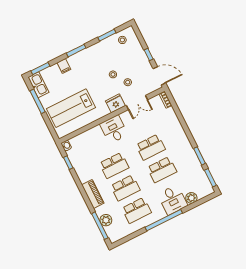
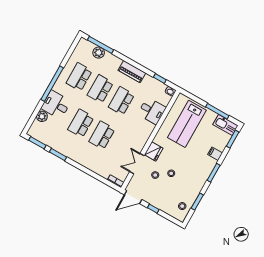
lab bench: (71, 108) -> (187, 124), turned 180
desk: (114, 129) -> (152, 111), moved
piano: (93, 194) -> (132, 72), moved

